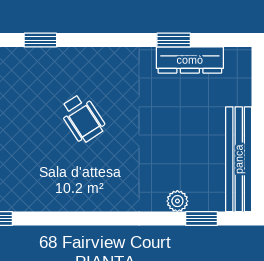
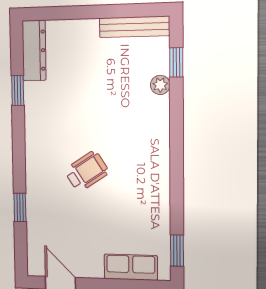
dresser: (190, 60) -> (34, 50), moved
bench: (239, 159) -> (134, 27), width x0.73, depth x0.82

